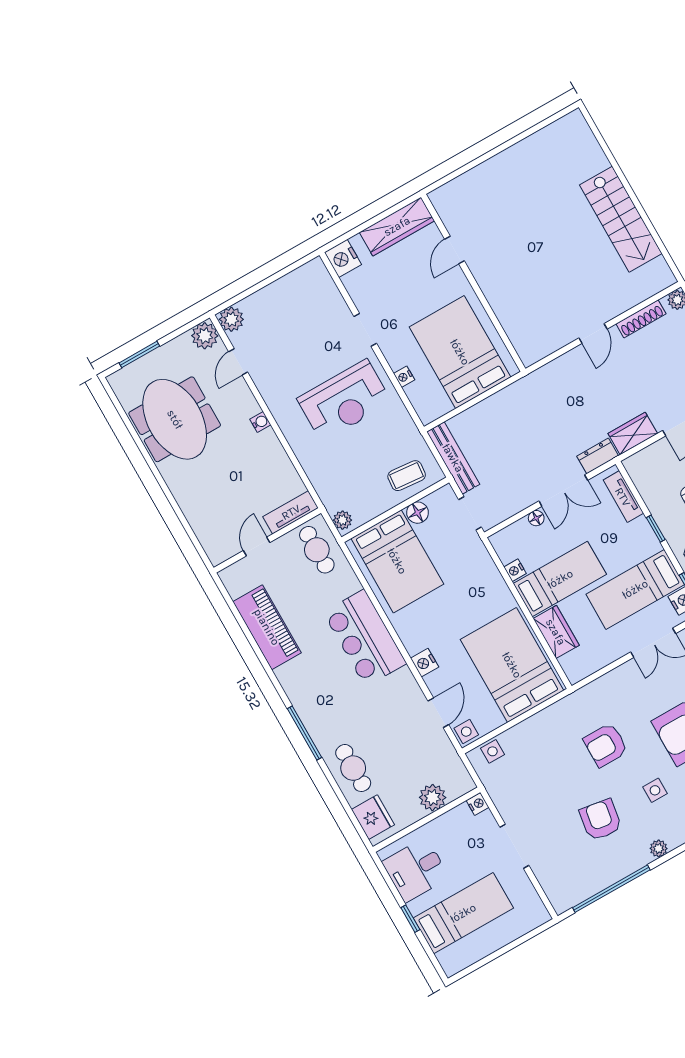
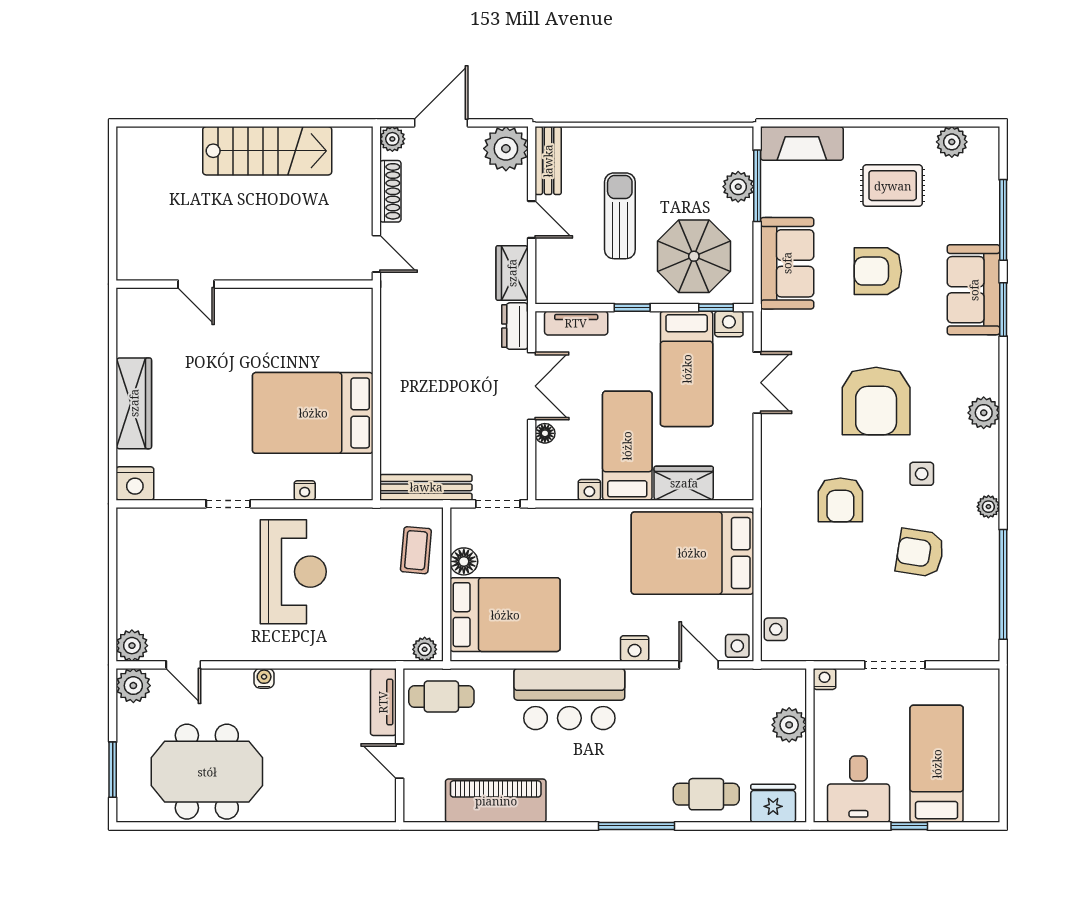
door: (454, 250) -> (196, 284), moved
wall: (473, 283) -> (244, 284), moved

